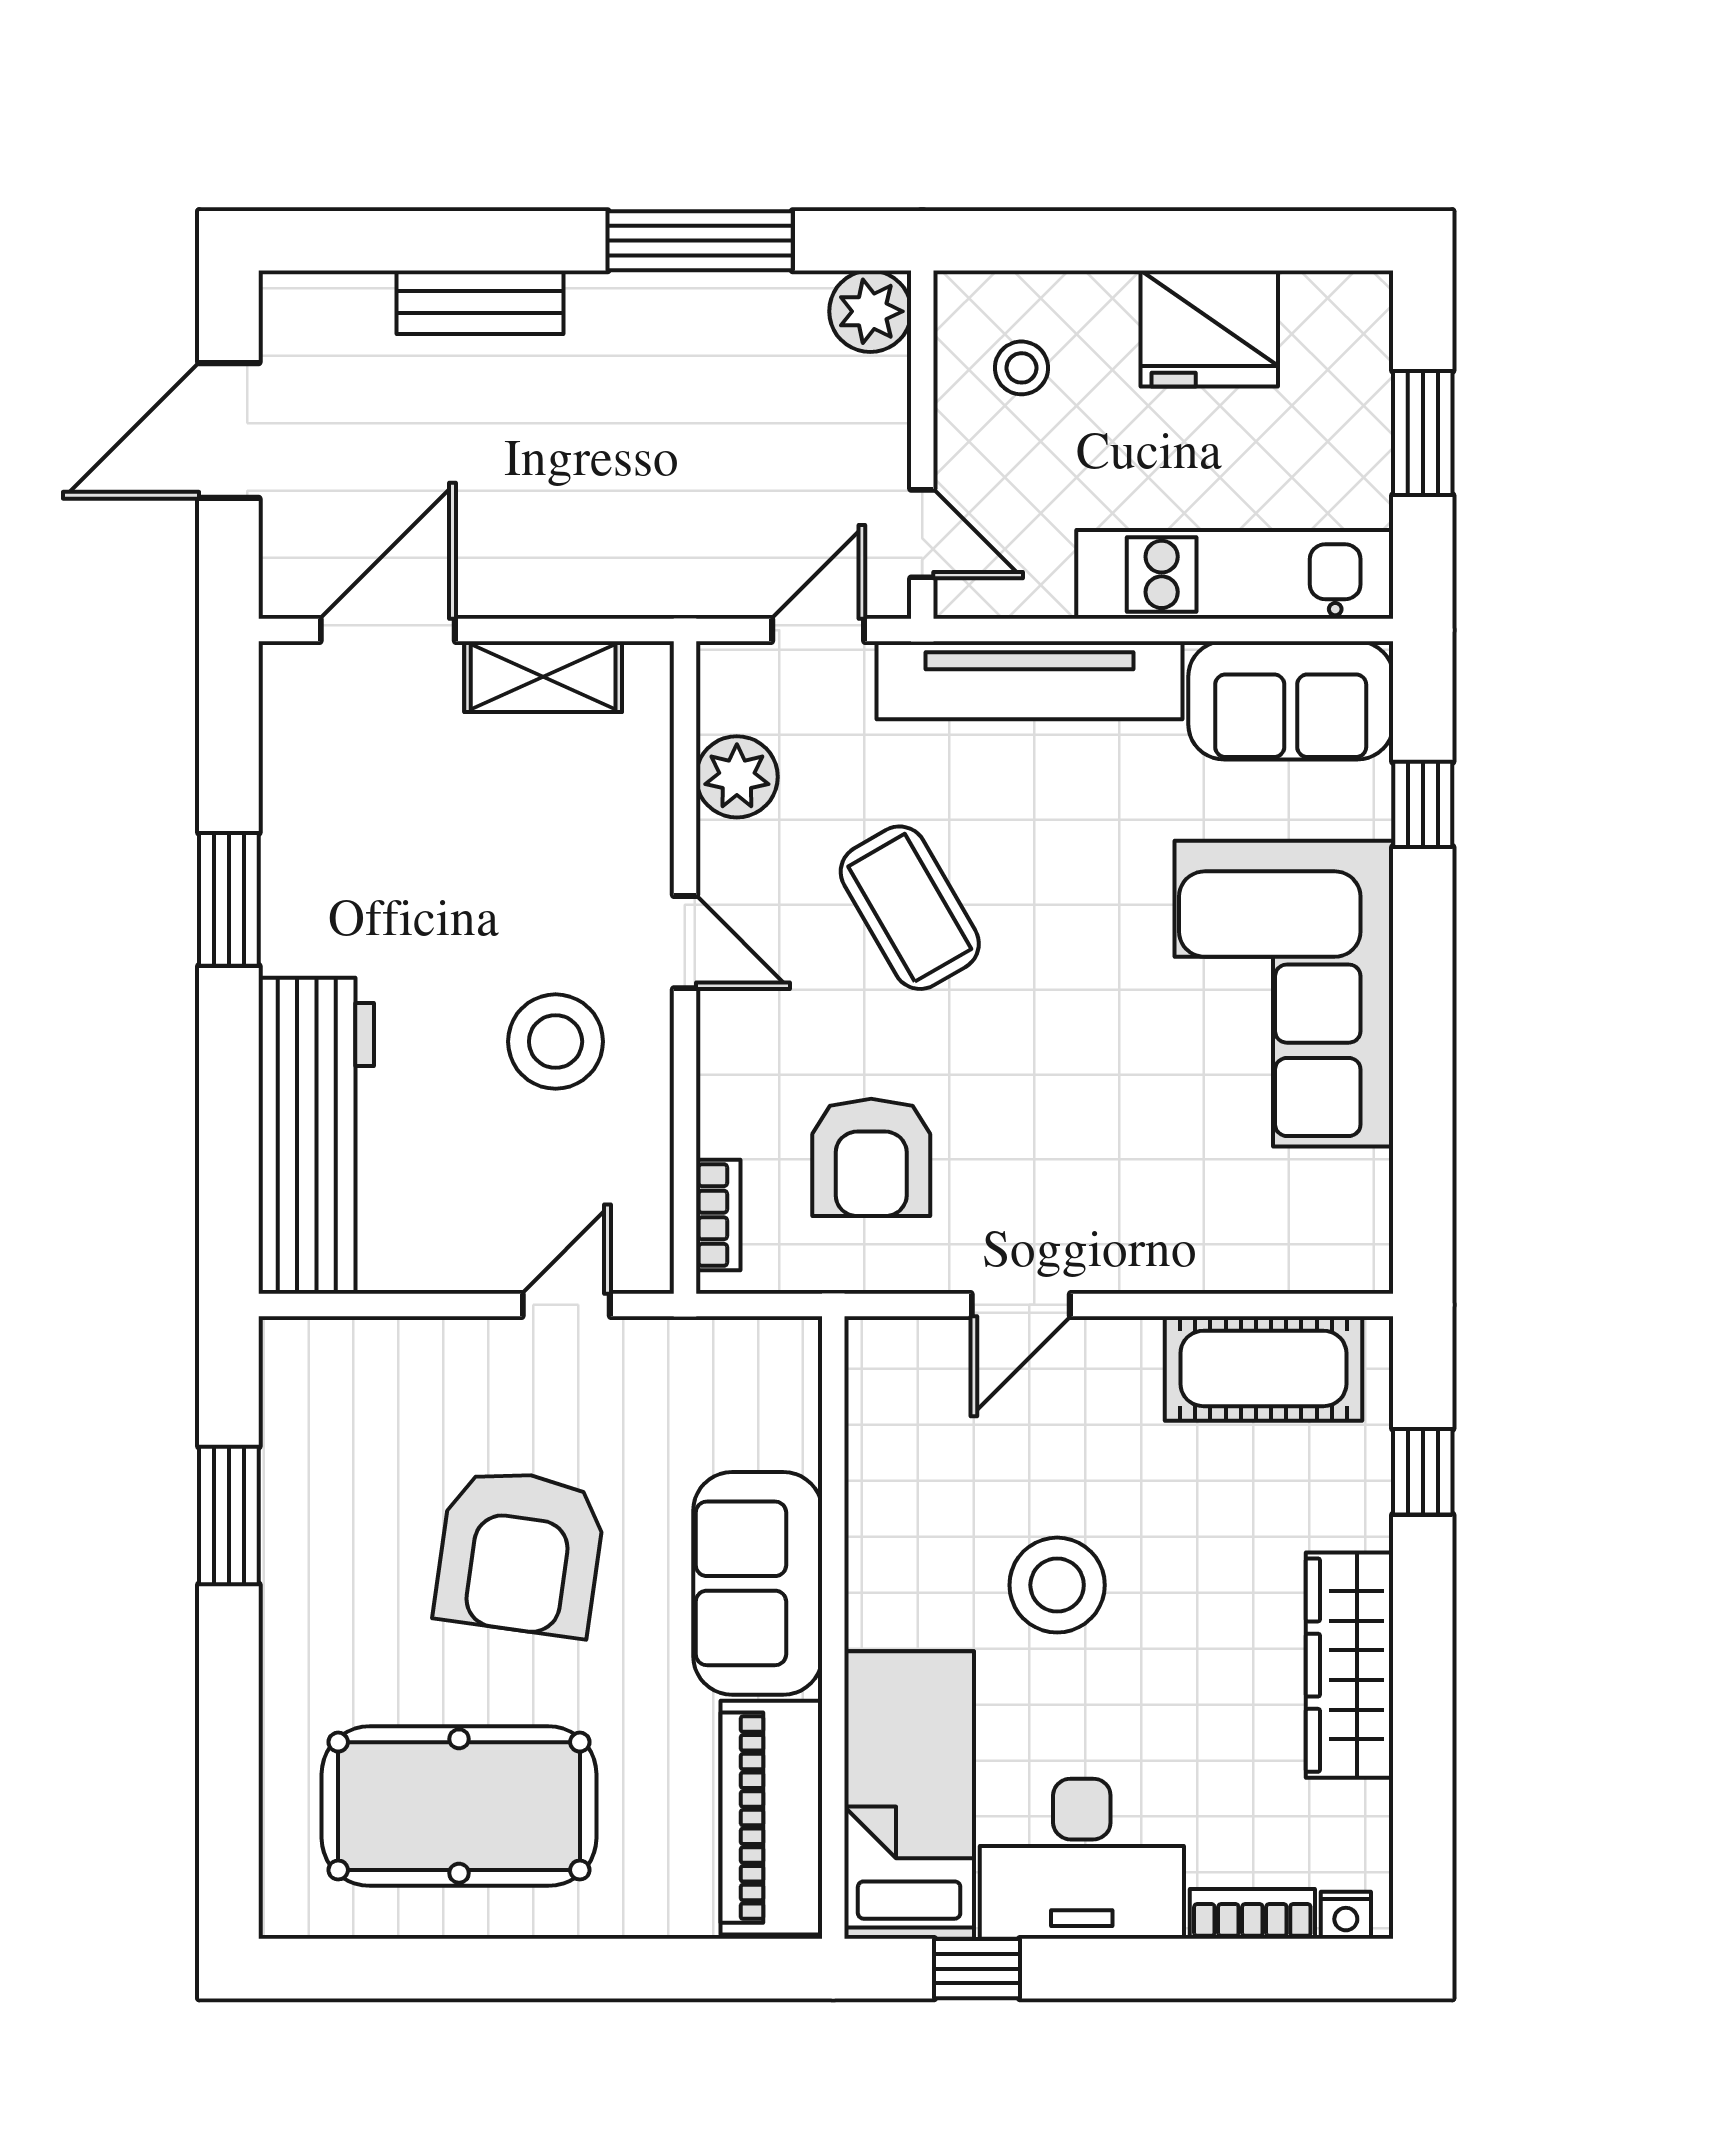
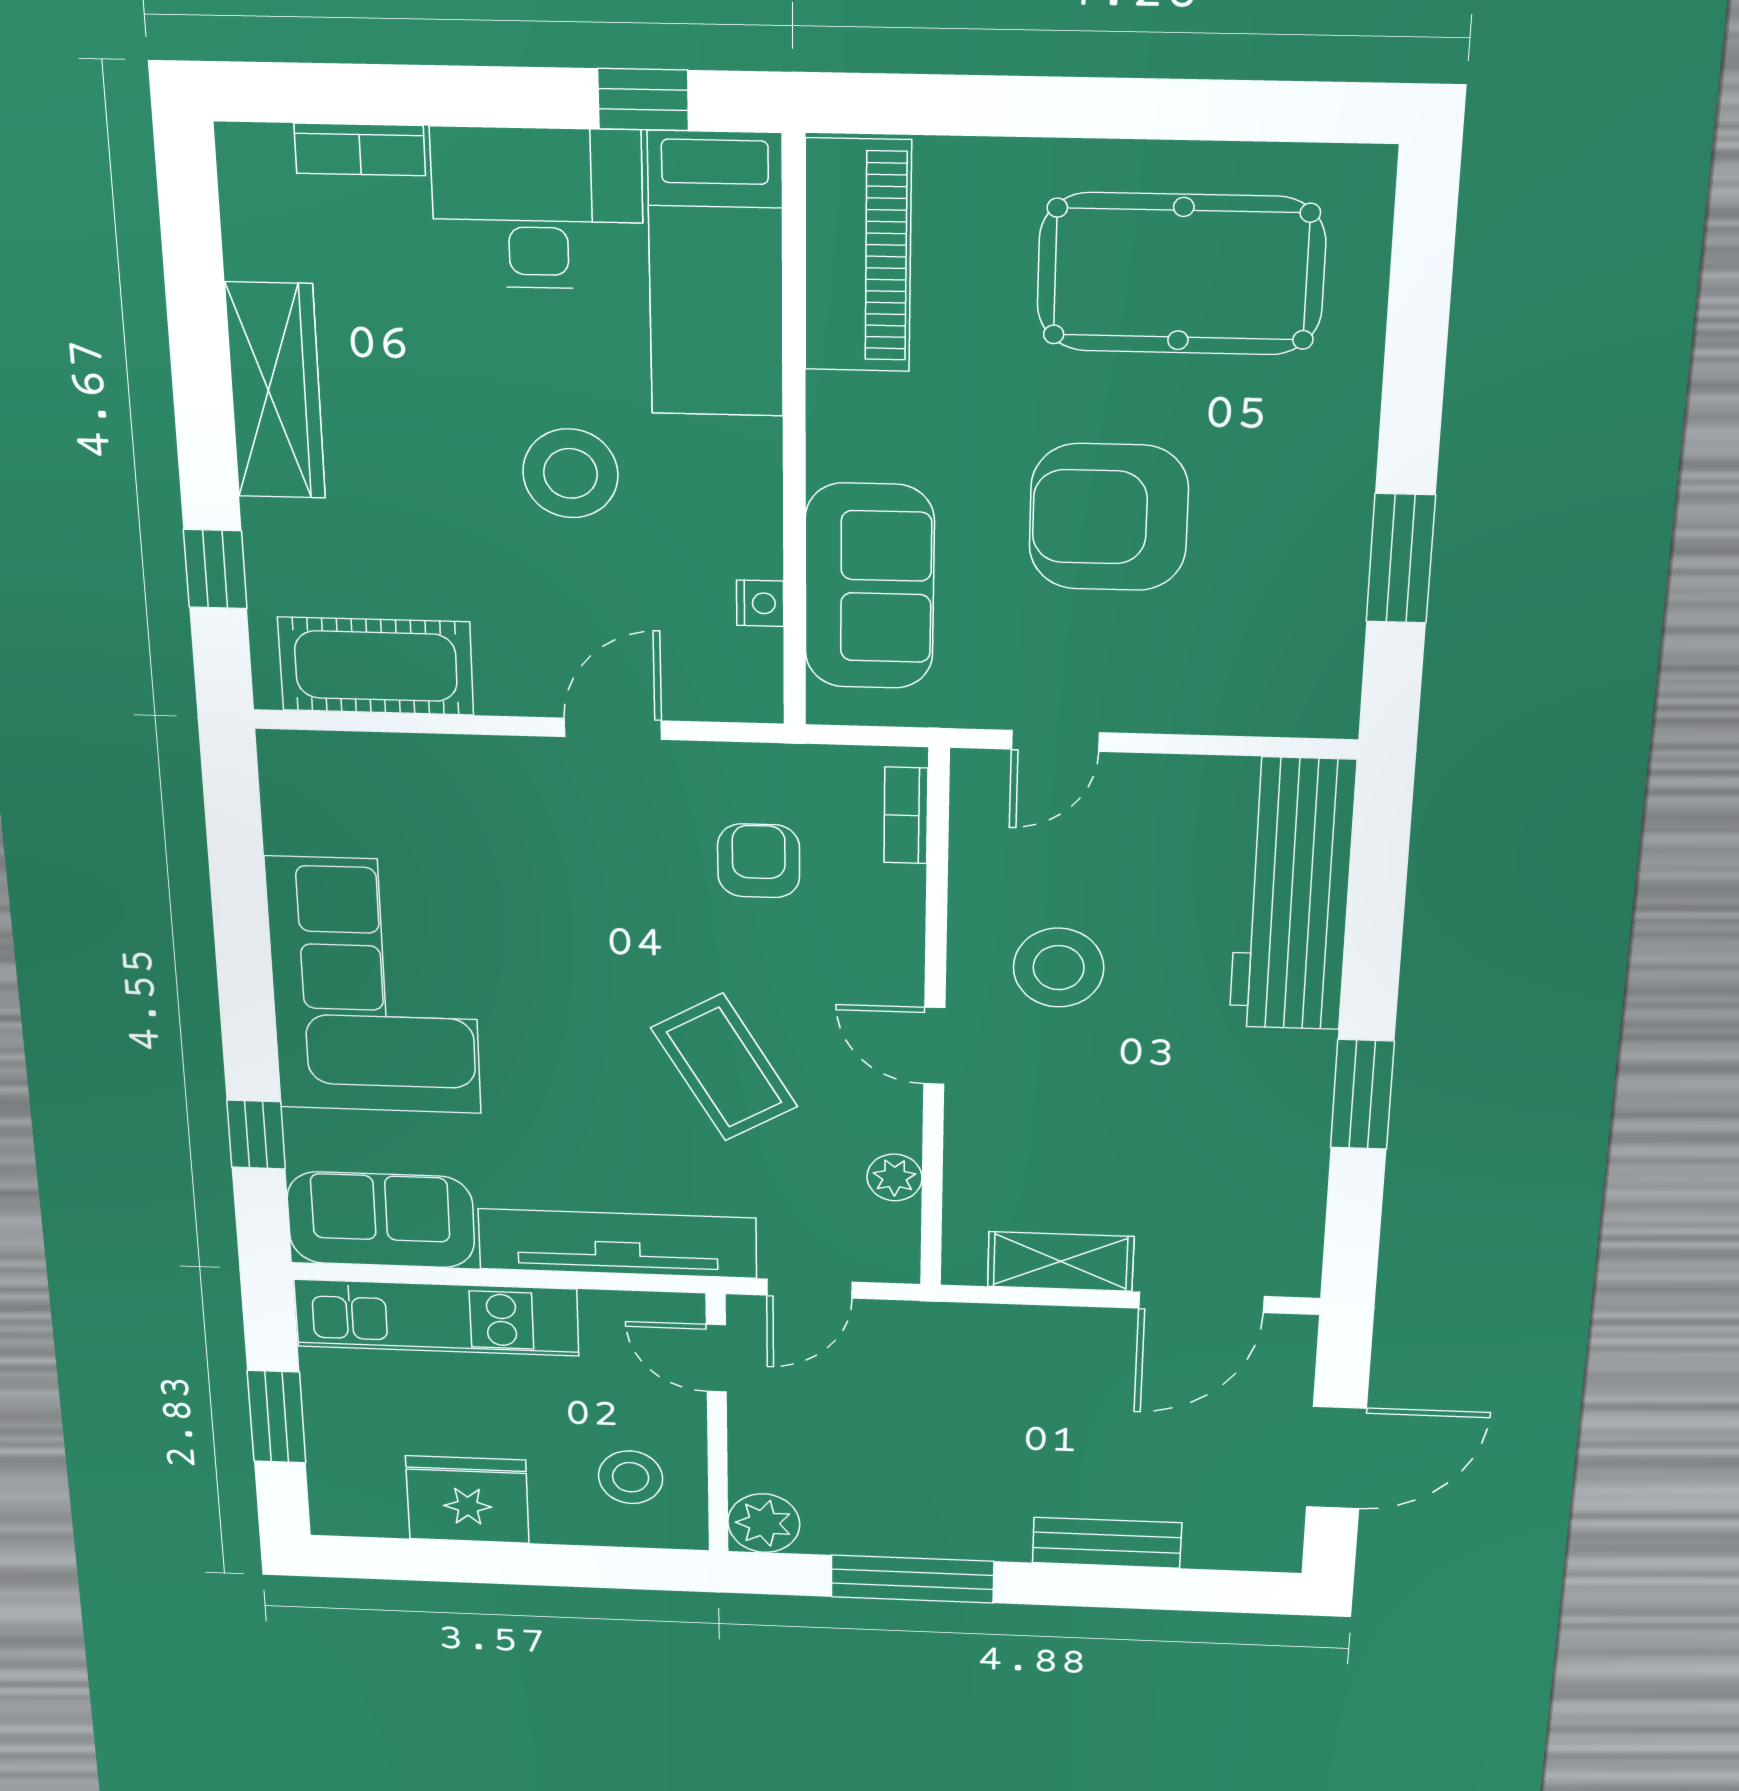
stool: (1022, 368) -> (631, 1477), width x1.37, depth x1.37
plant: (737, 777) -> (895, 1177), width x0.73, depth x0.73
armchair: (871, 1157) -> (759, 861), width x0.72, depth x0.72
armchair: (520, 1552) -> (1109, 517), turned -98
sofa: (758, 1583) -> (869, 586), moved
nightstand: (1346, 1915) -> (760, 603), moved, turned 90

